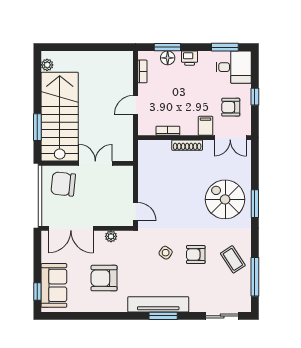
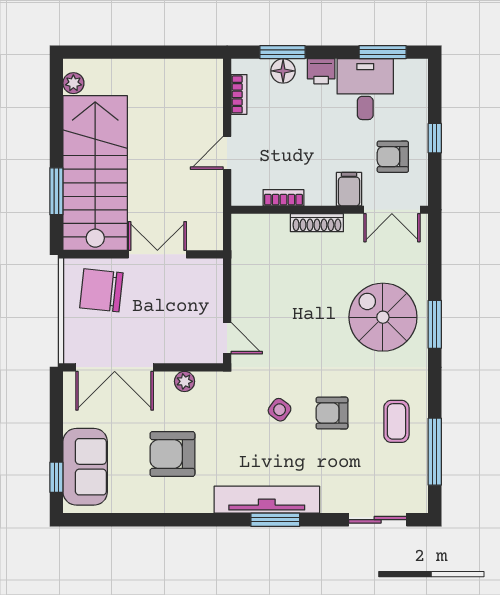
desk: (234, 67) -> (365, 89), moved, turned -90
coffee table: (233, 259) -> (396, 421), turned 33

